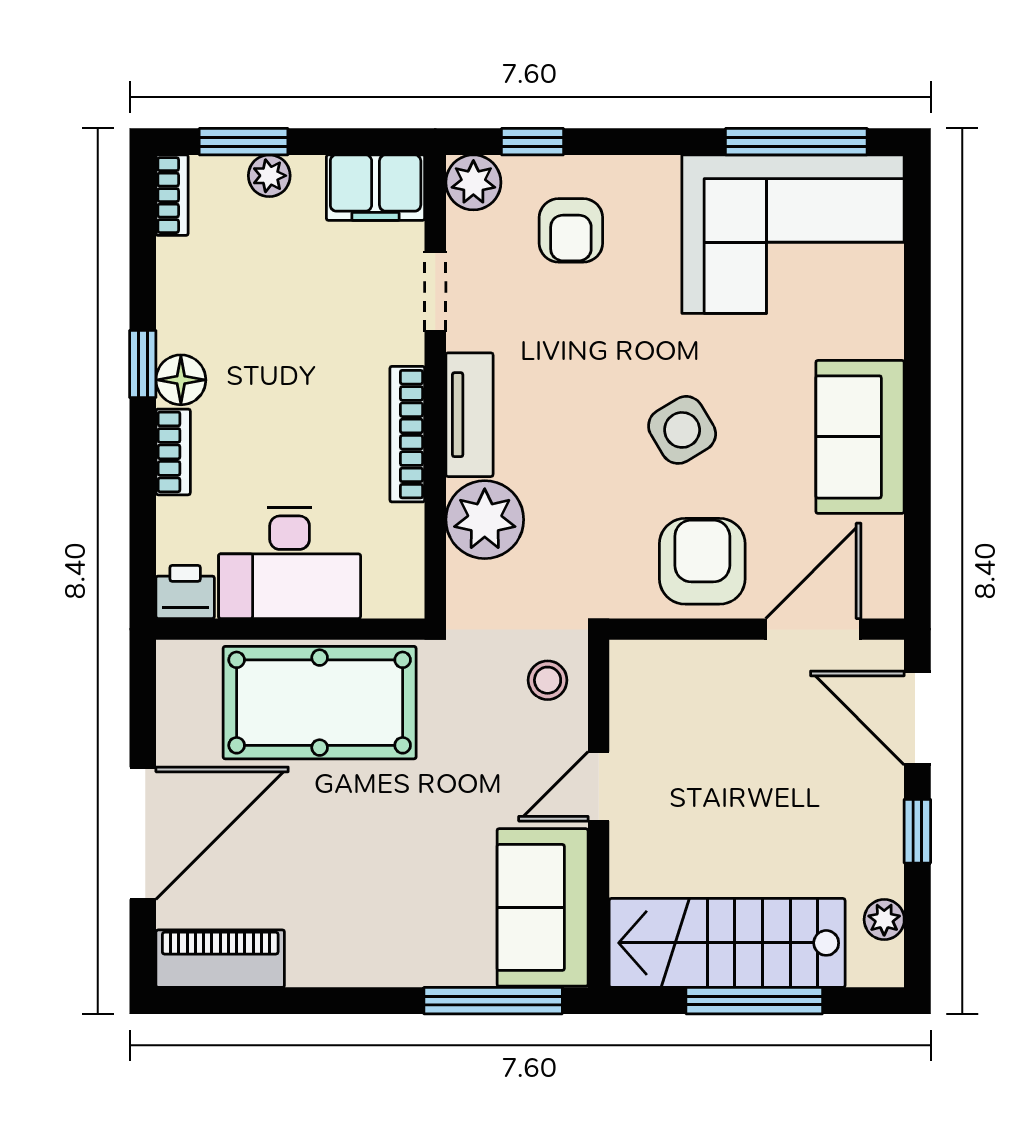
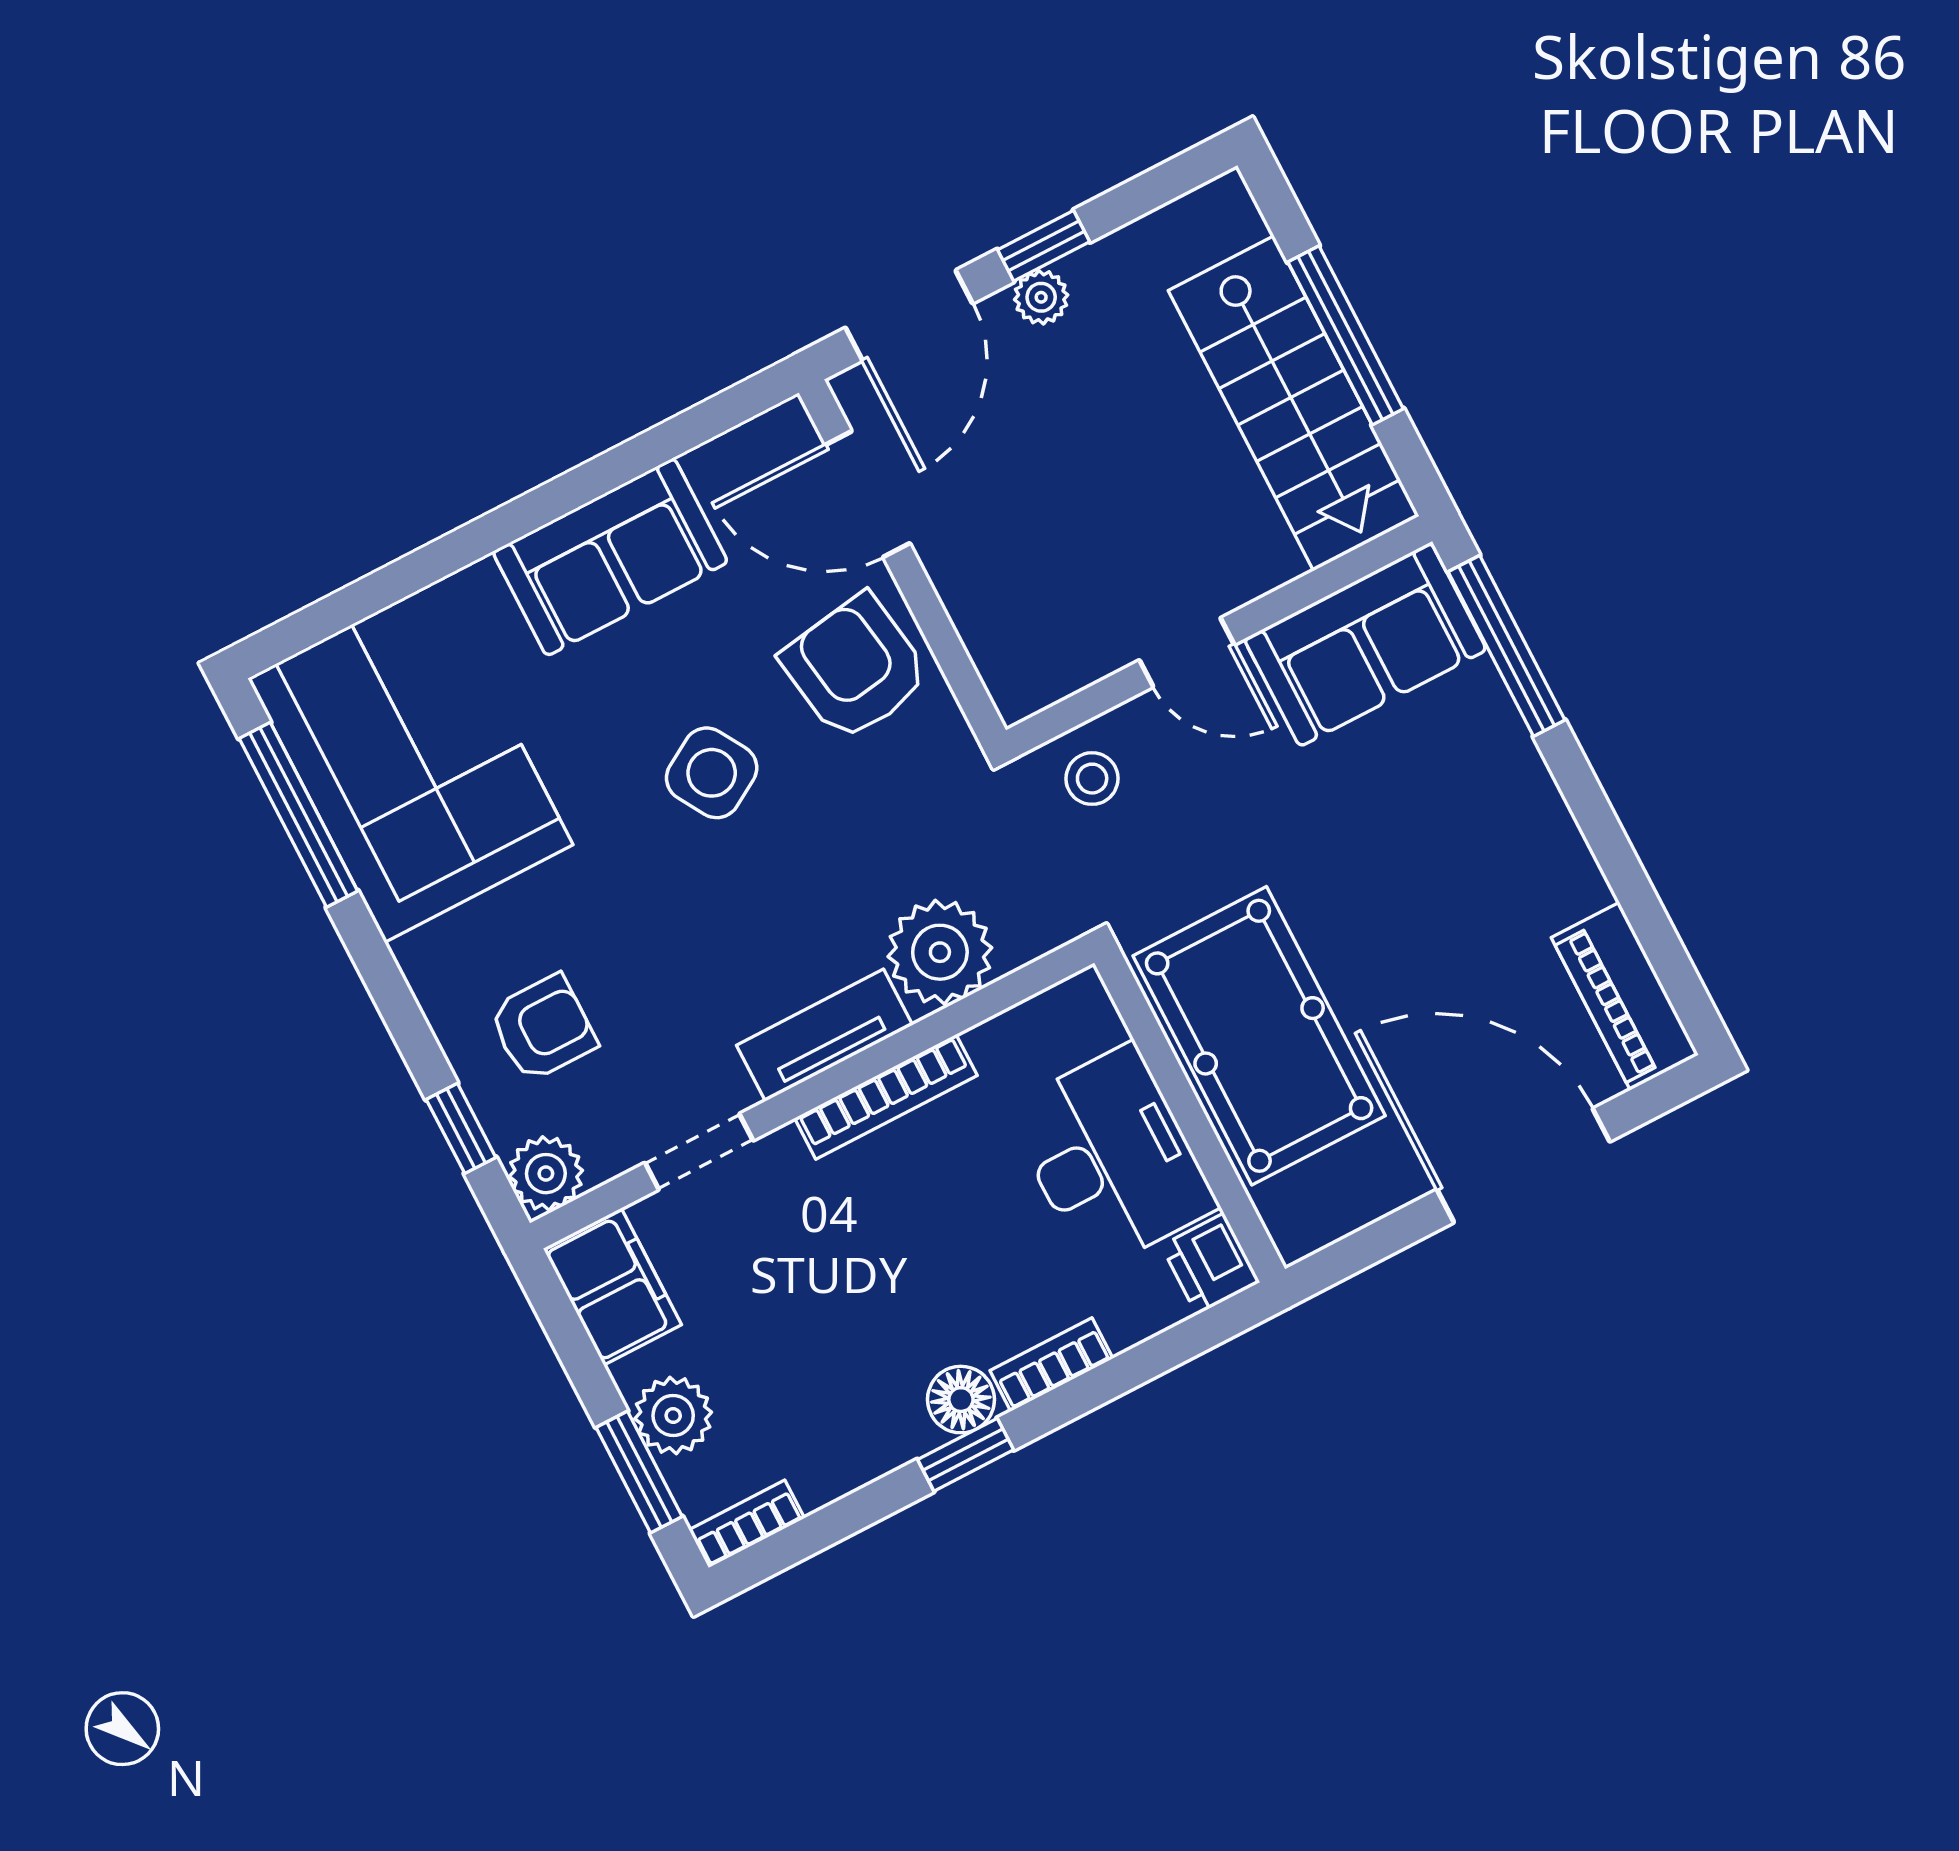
plant: (269, 176) -> (673, 1416), width x1.38, depth x1.38
armchair: (702, 561) -> (855, 668), turned 81
plant: (884, 920) -> (1041, 297), moved

